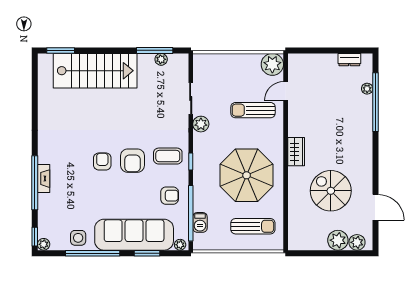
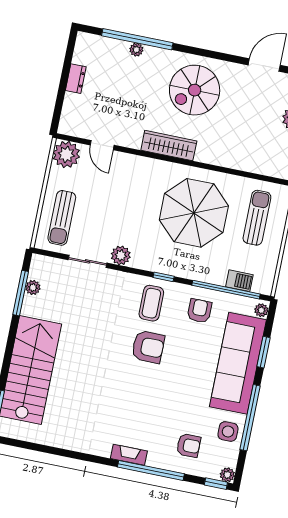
dresser: (349, 60) -> (76, 79), moved
plant: (367, 89) -> (136, 50), moved
sun lounger: (253, 110) -> (62, 218), moved
wardrobe: (296, 152) -> (169, 146), width x1.50
armchair: (102, 161) -> (188, 445), moved, turned 180
fireplace: (44, 179) -> (129, 455), moved
spiral stairs: (331, 191) -> (195, 90), moved

